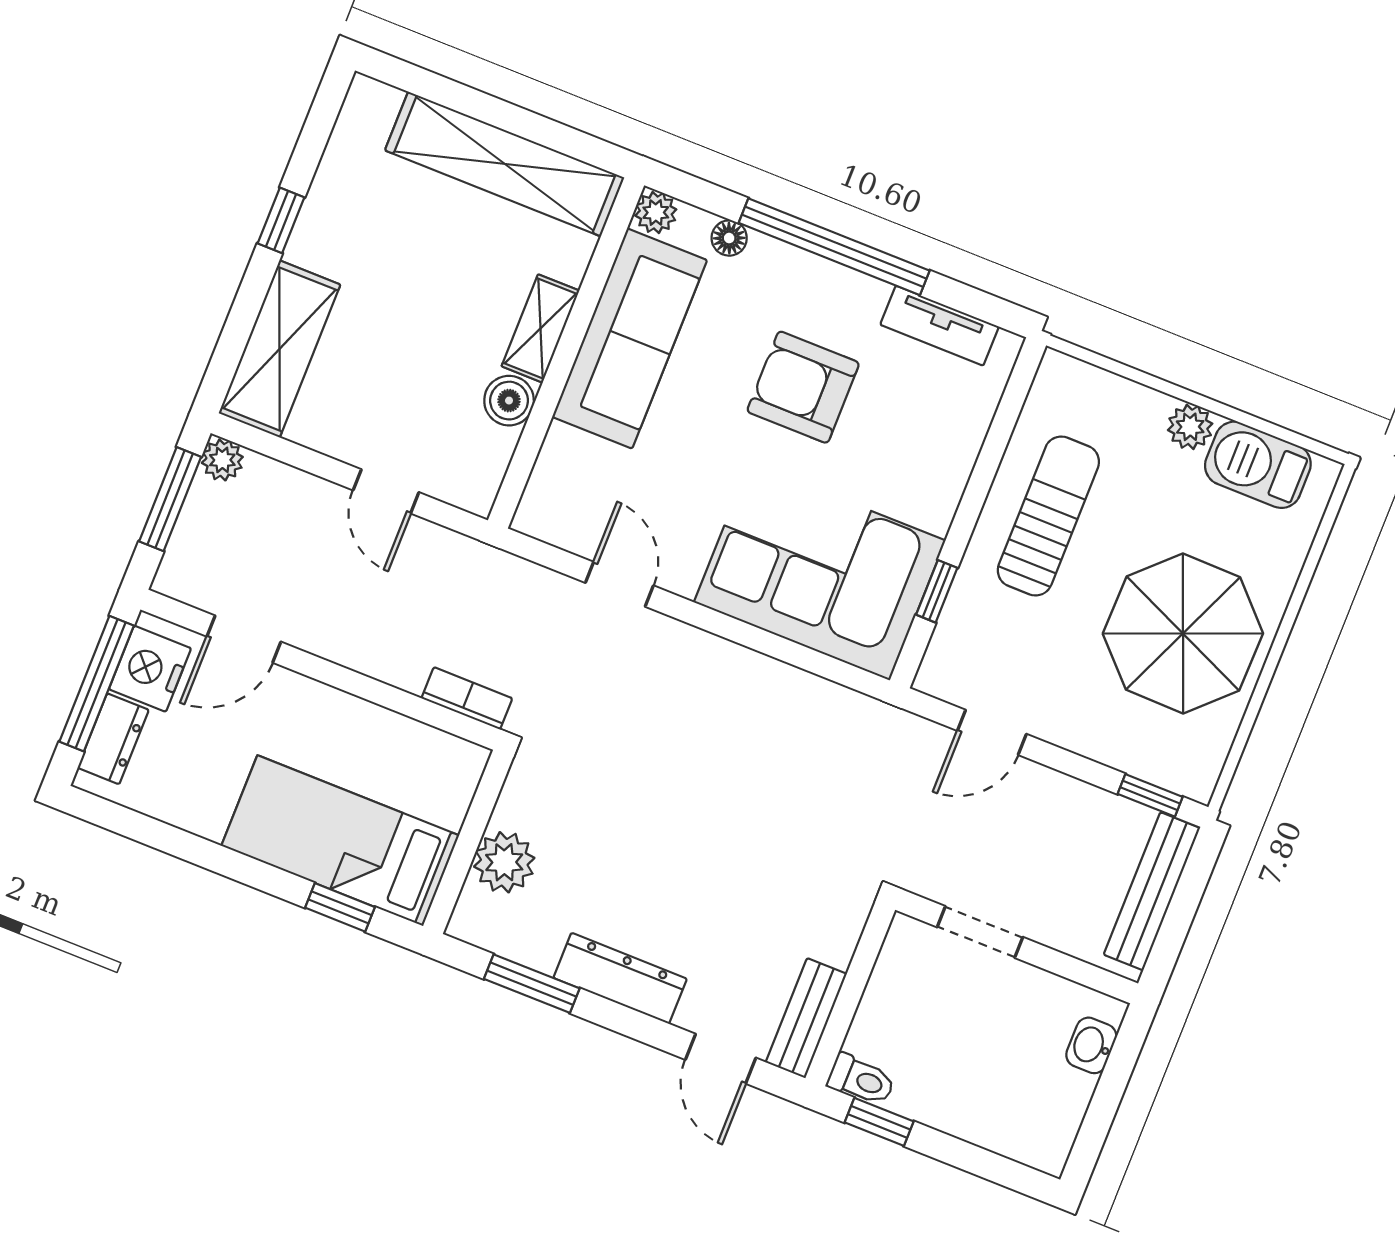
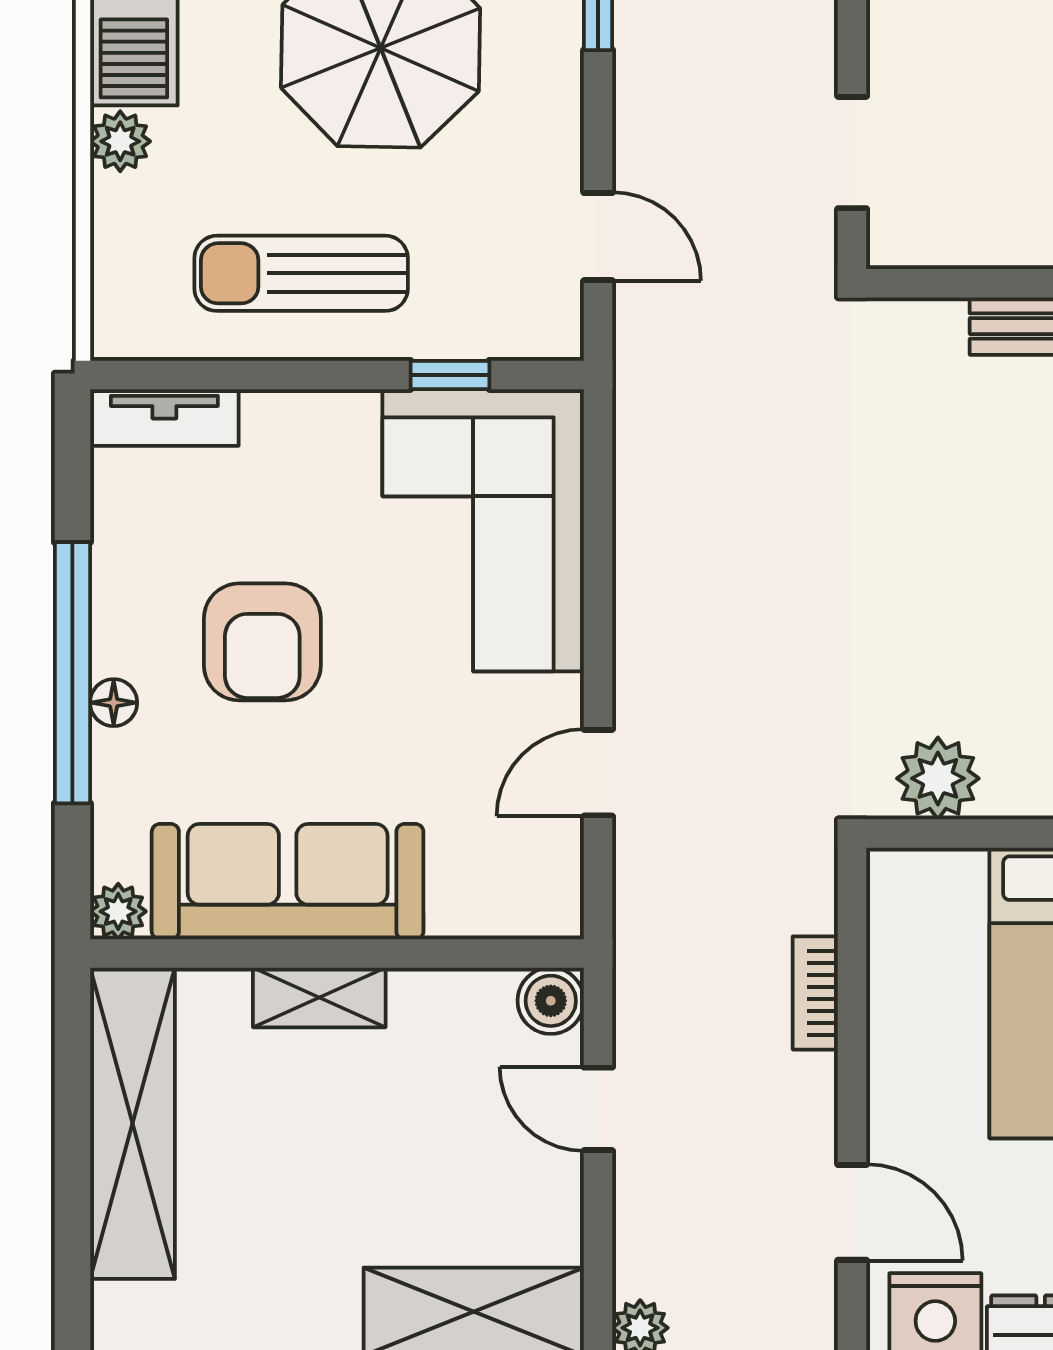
floor lamp: (729, 238) -> (114, 703), moved
tv unit: (939, 326) -> (164, 417), moved, turned 90
boiler: (509, 401) -> (551, 1001), moved
door: (386, 491) -> (598, 1109), swing flipped
bookcase: (467, 698) -> (815, 993), moved
plant: (504, 862) -> (938, 778), moved

